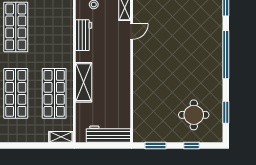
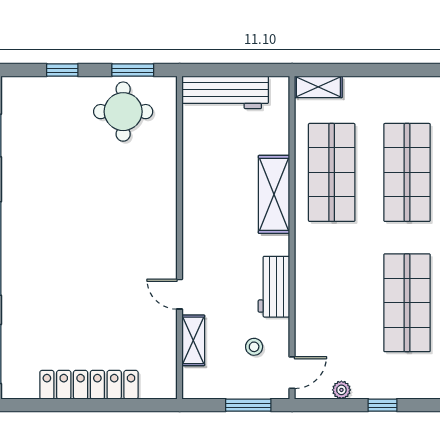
door: (132, 31) -> (180, 294), hinge flipped
round table: (194, 115) -> (123, 112), moved

